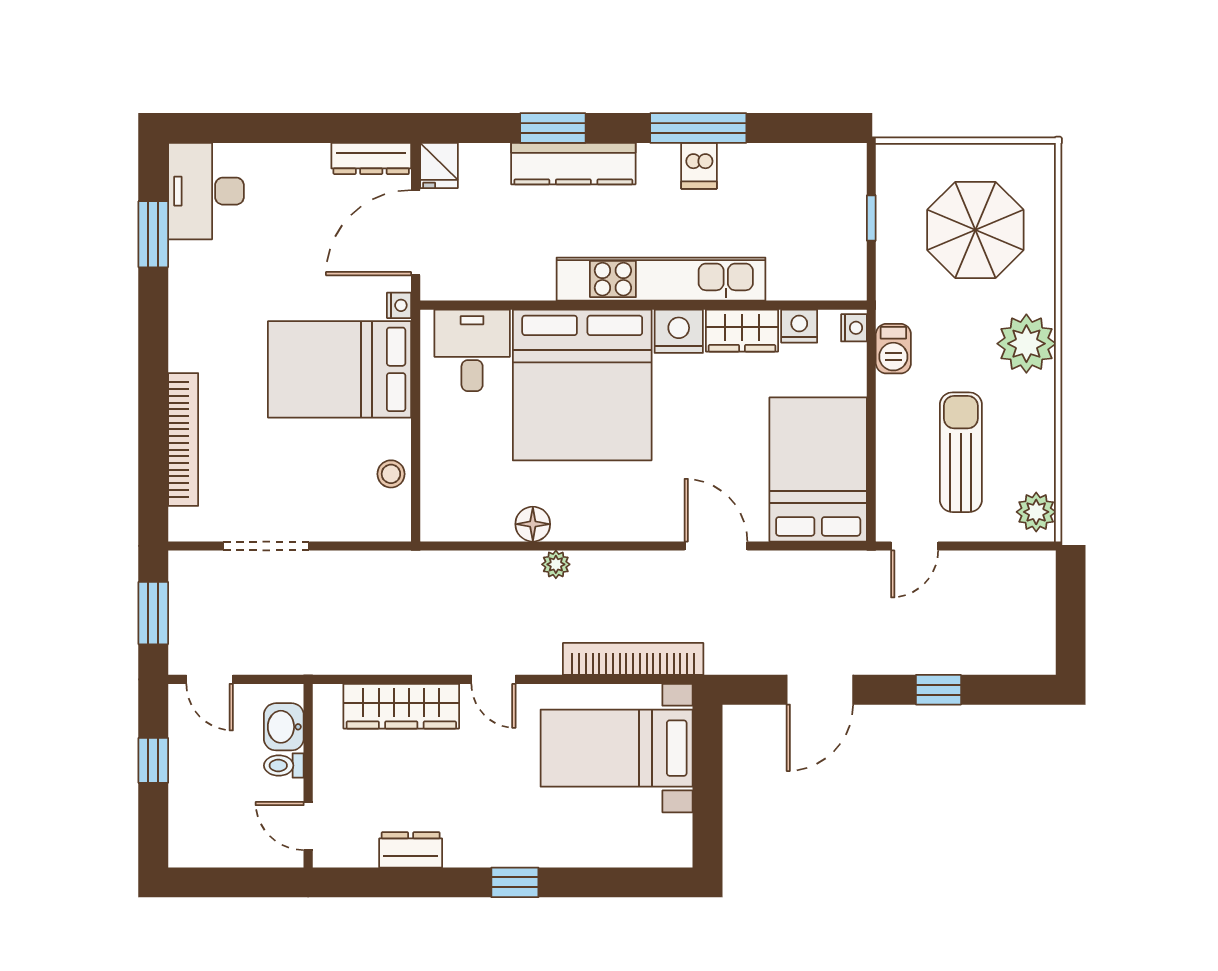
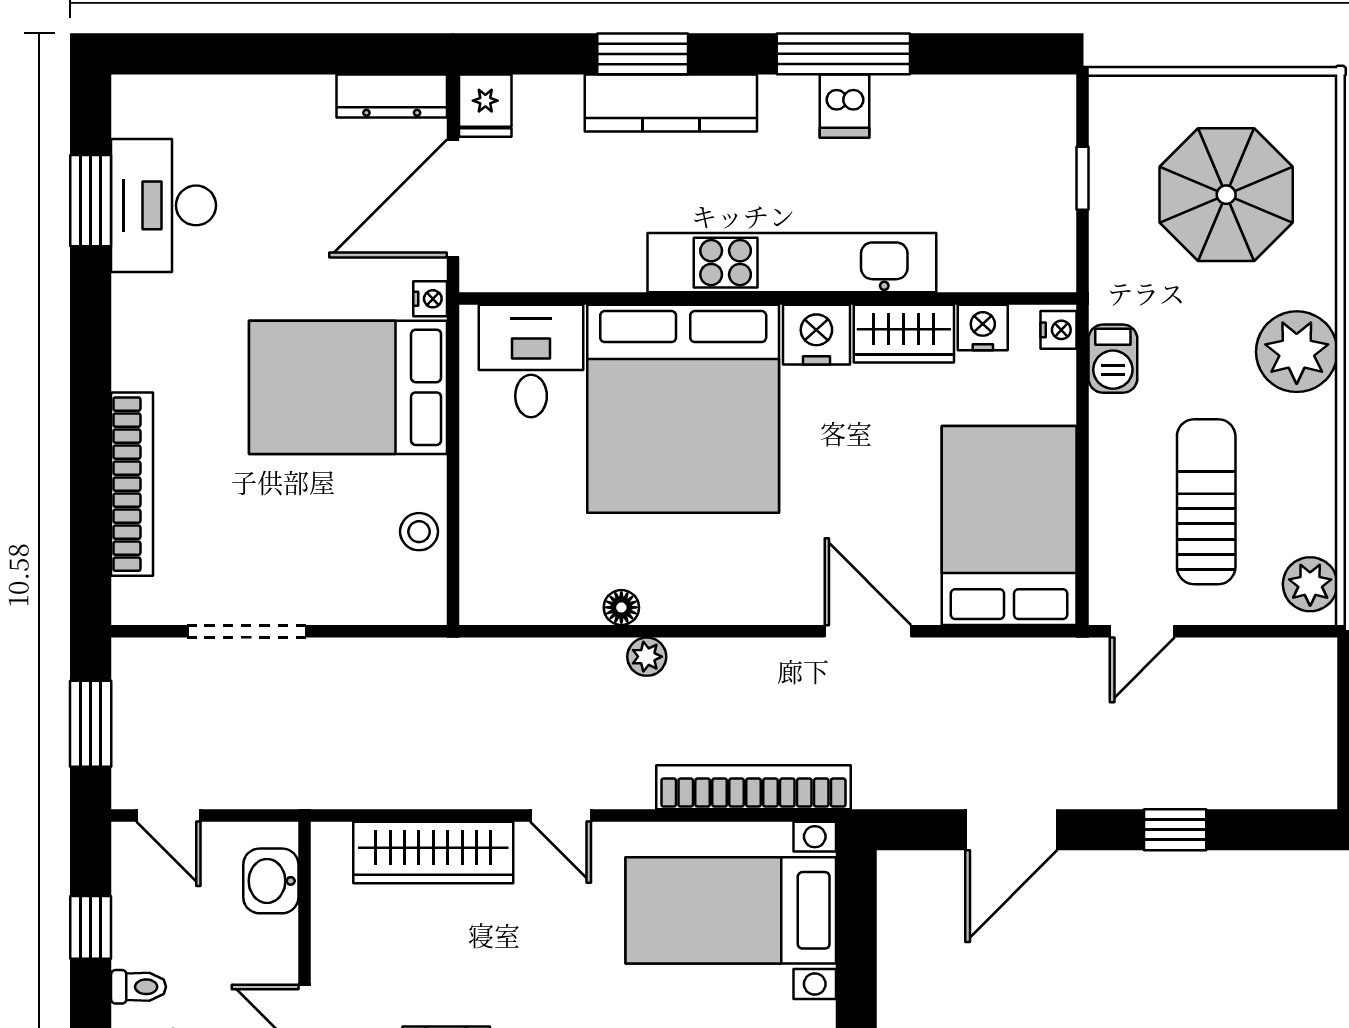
desk: (206, 191) -> (163, 205), moved
floor lamp: (533, 524) -> (621, 607), width x0.73, depth x0.73
toilet: (284, 765) -> (138, 987), moved, turned 180

